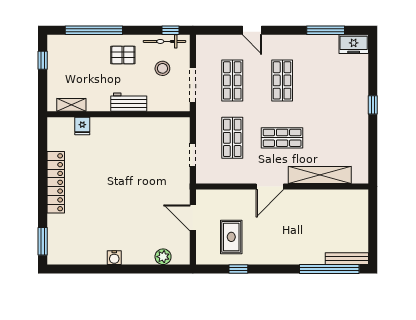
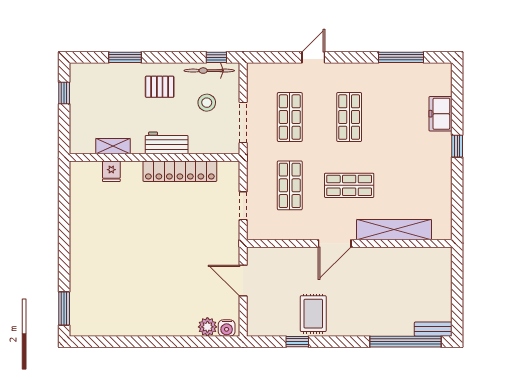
window: (94, 30) -> (125, 57), width x0.47
door: (252, 30) -> (313, 57), swing flipped
freezer: (354, 44) -> (440, 114), moved, turned 90
shelving: (71, 105) -> (113, 146), moved
locker: (56, 182) -> (180, 171), moved, turned 90
rug: (231, 237) -> (313, 314), moved
water cooler: (114, 258) -> (227, 328), moved
bench: (347, 259) -> (433, 329), width x0.73

